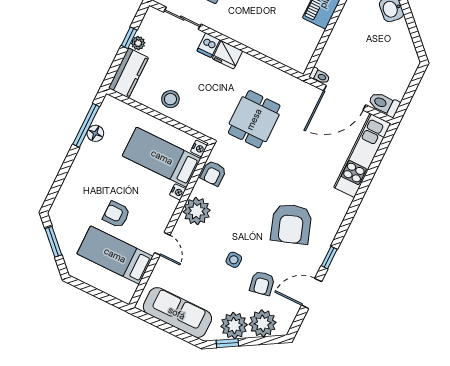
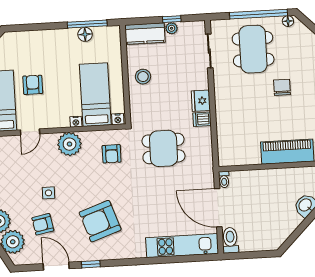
dishwasher: (208, 45) -> (202, 119), moved
armchair: (213, 173) -> (112, 154), moved, turned -90

